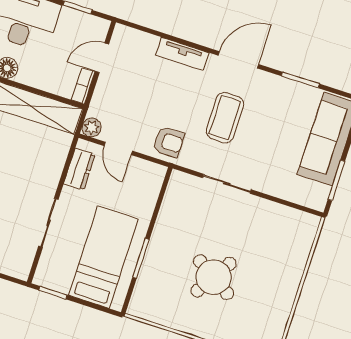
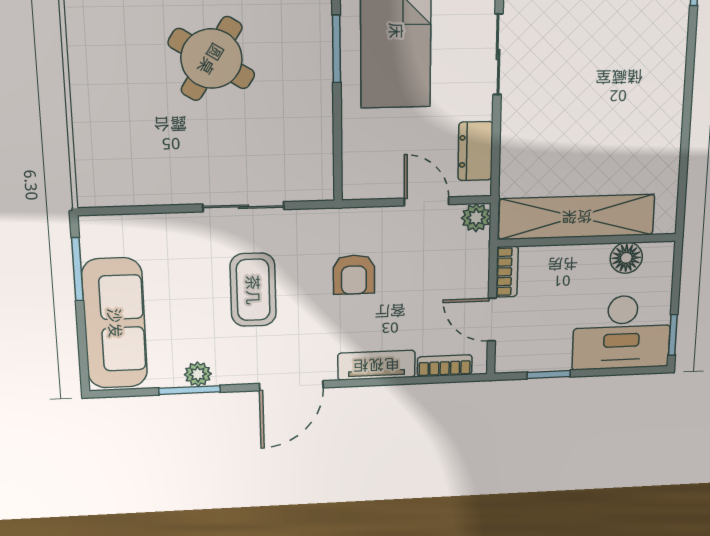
bookcase: (141, 38) -> (445, 366), added
door: (102, 58) -> (492, 320), swing flipped
plant: (292, 88) -> (198, 374), added
coffee table: (225, 118) -> (253, 290), moved
armchair: (169, 142) -> (354, 275), moved, turned -90

